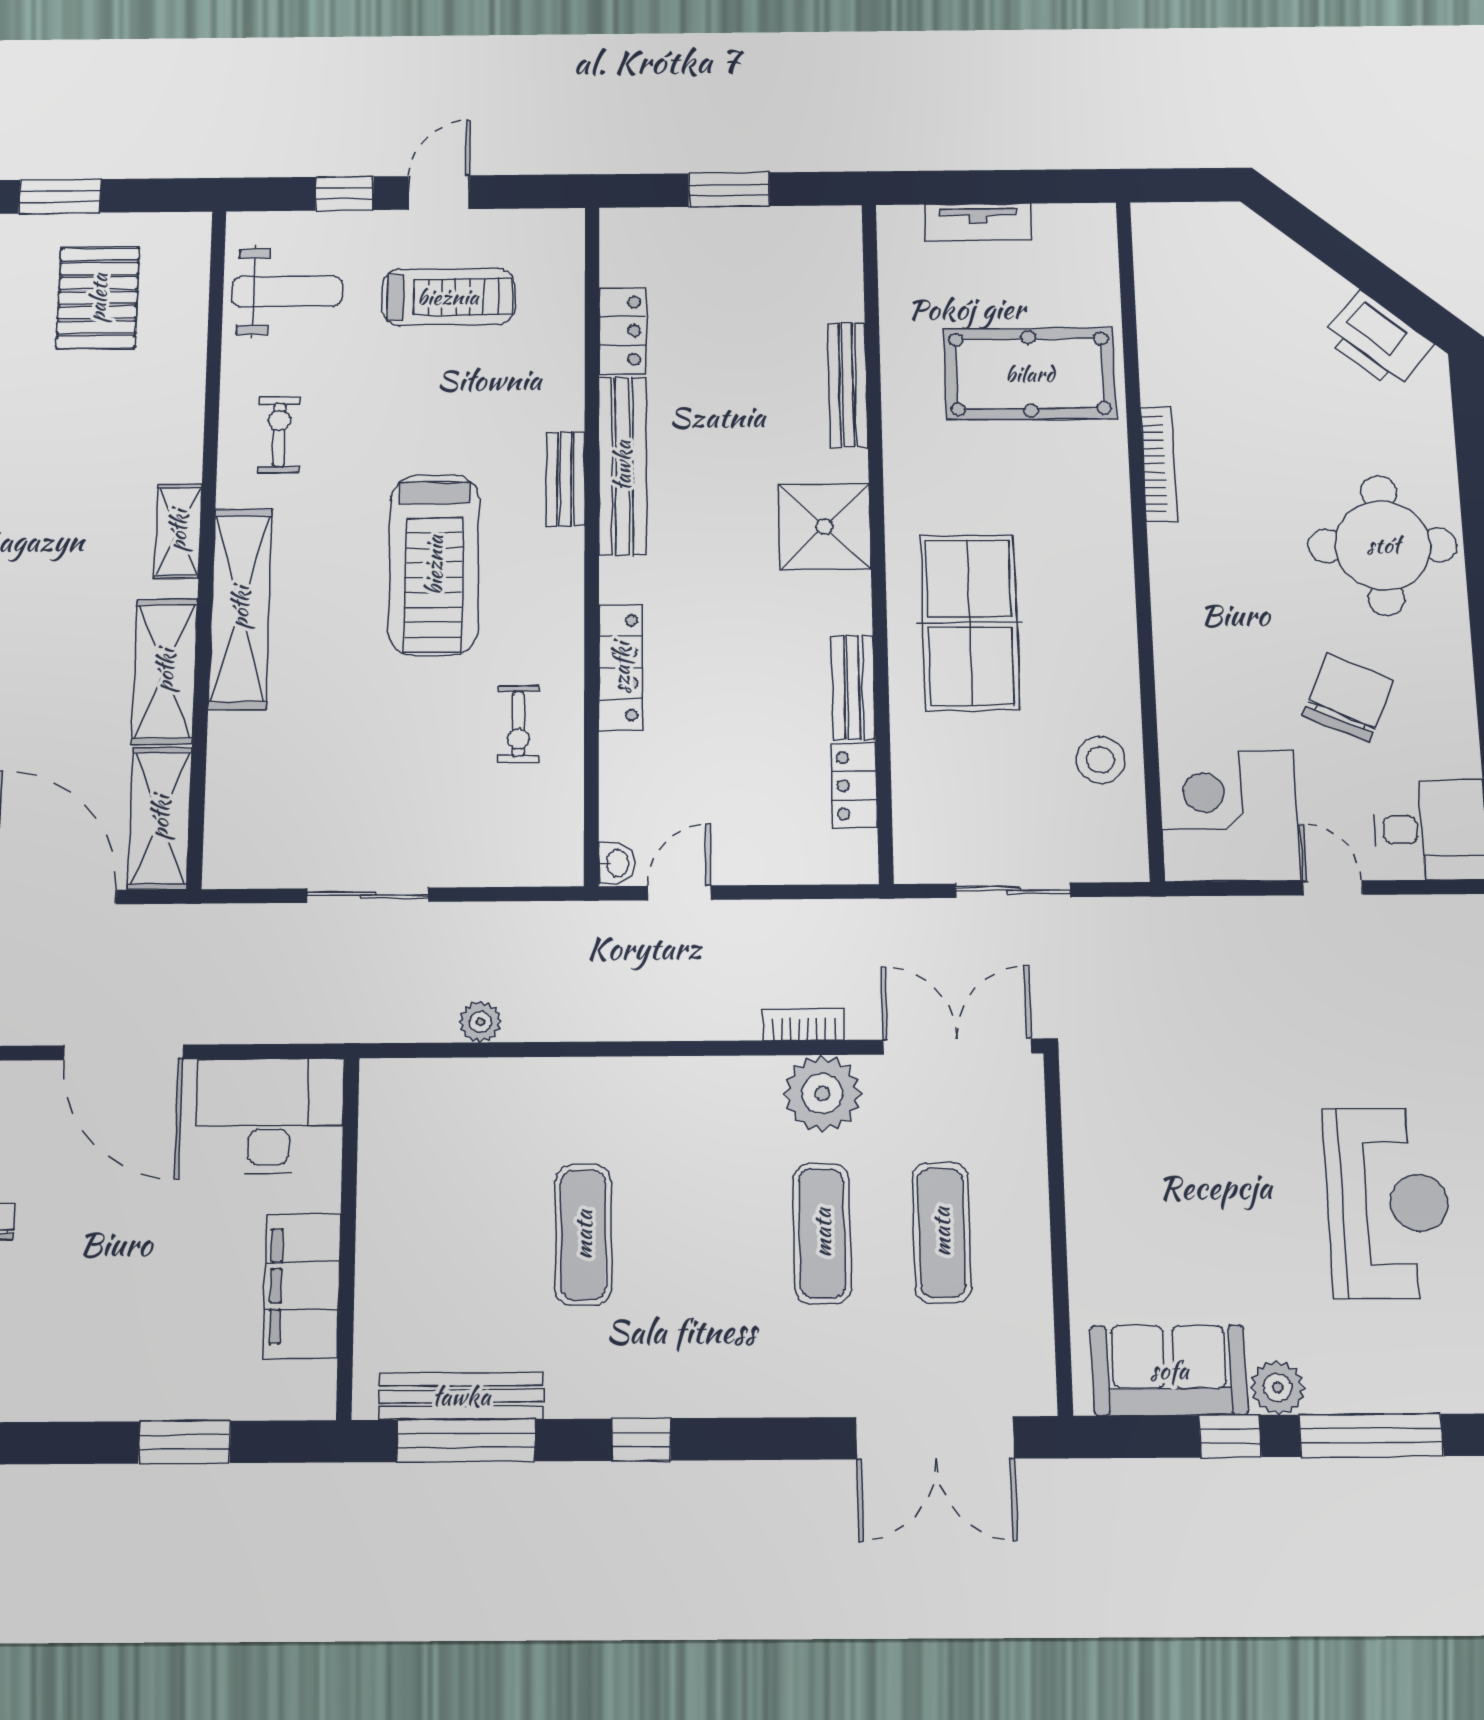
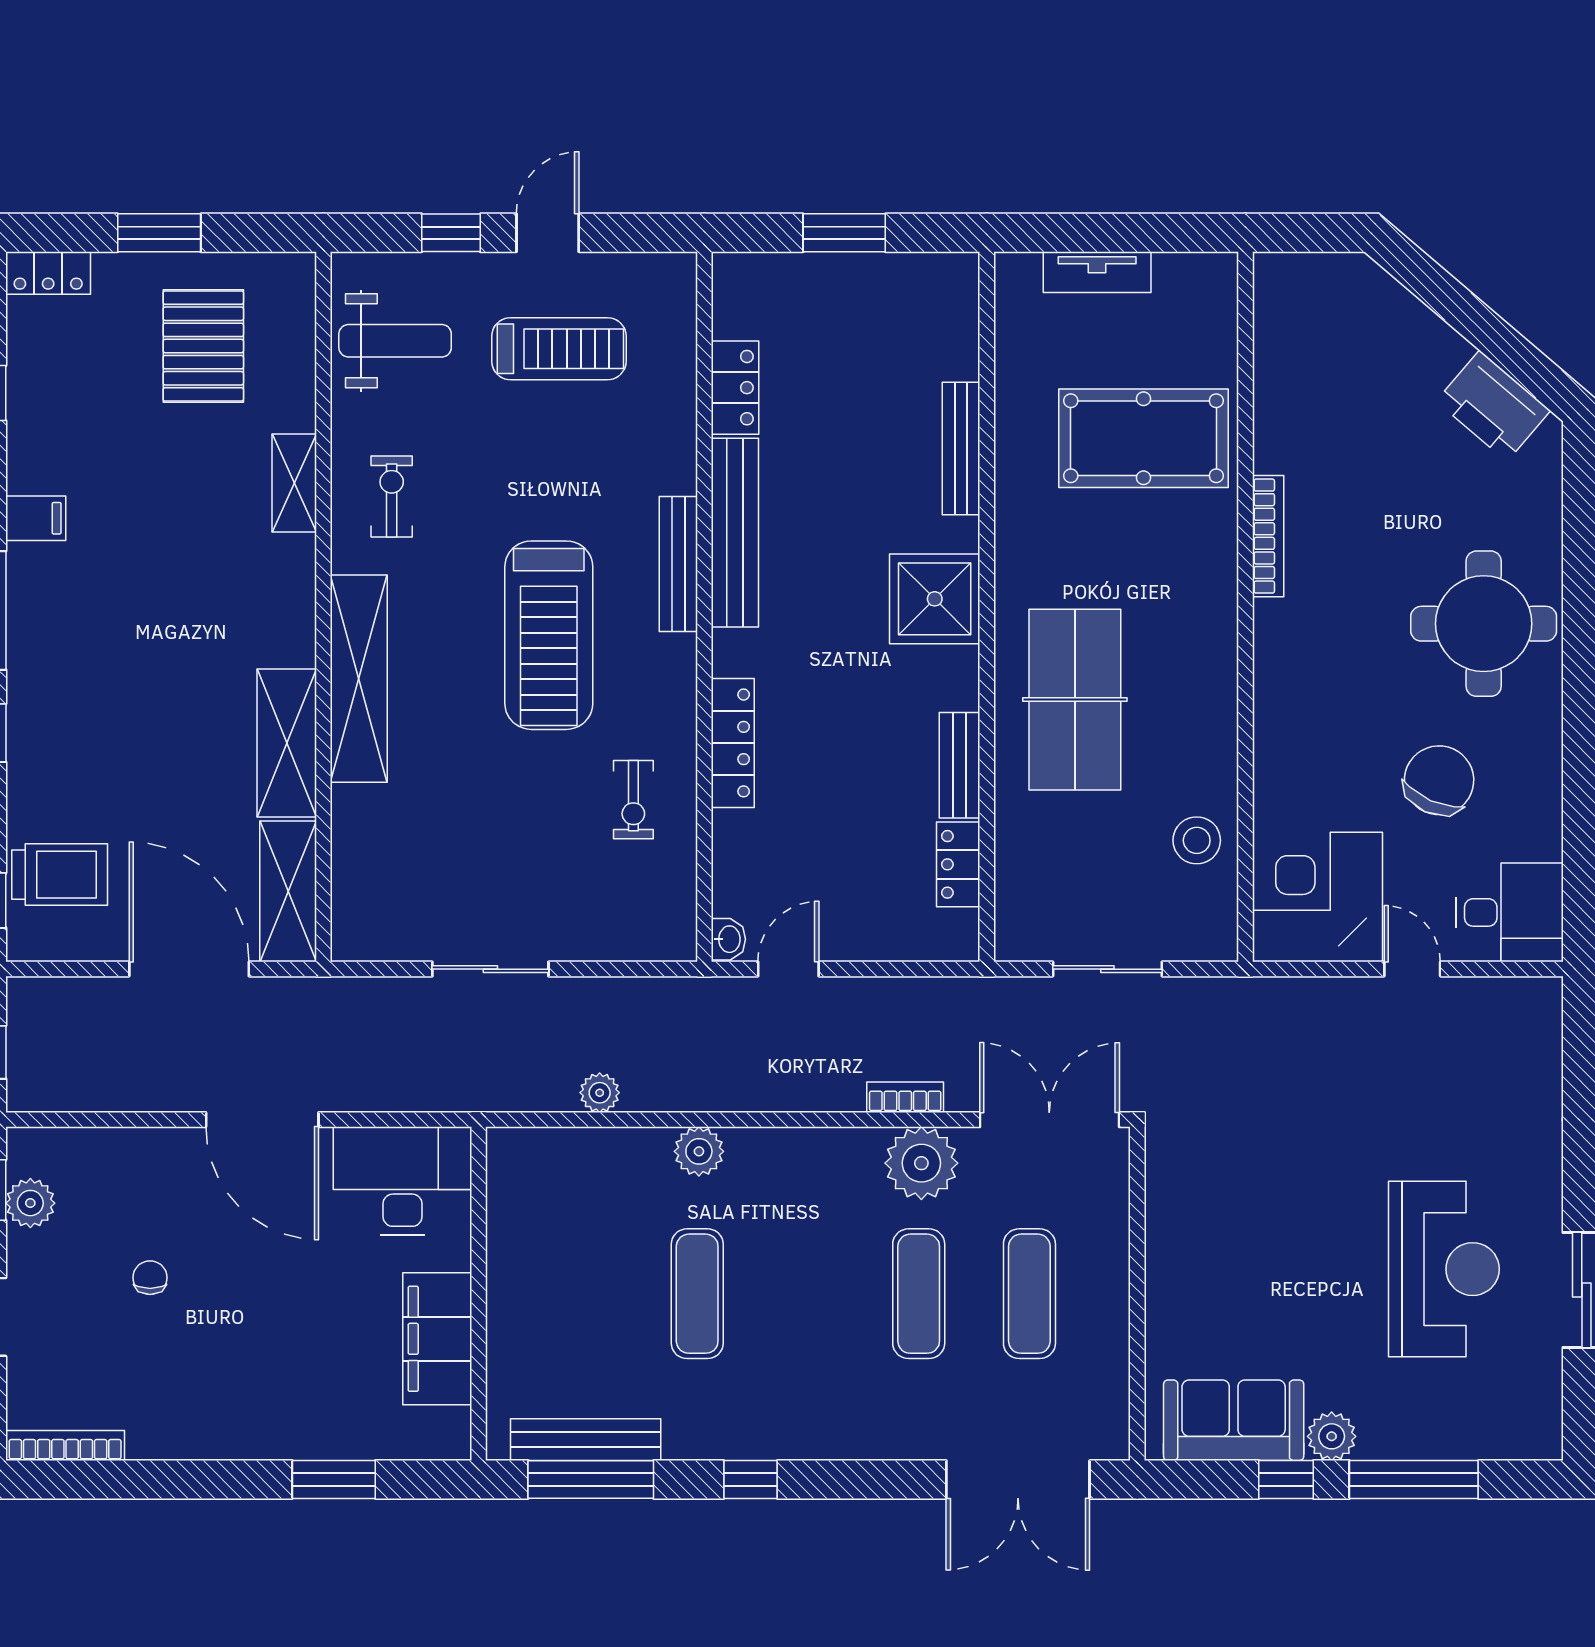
bench: (566, 479) -> (678, 564), width x1.36
shelving: (178, 531) -> (294, 483), moved
plant: (585, 1083) -> (699, 1151), added

